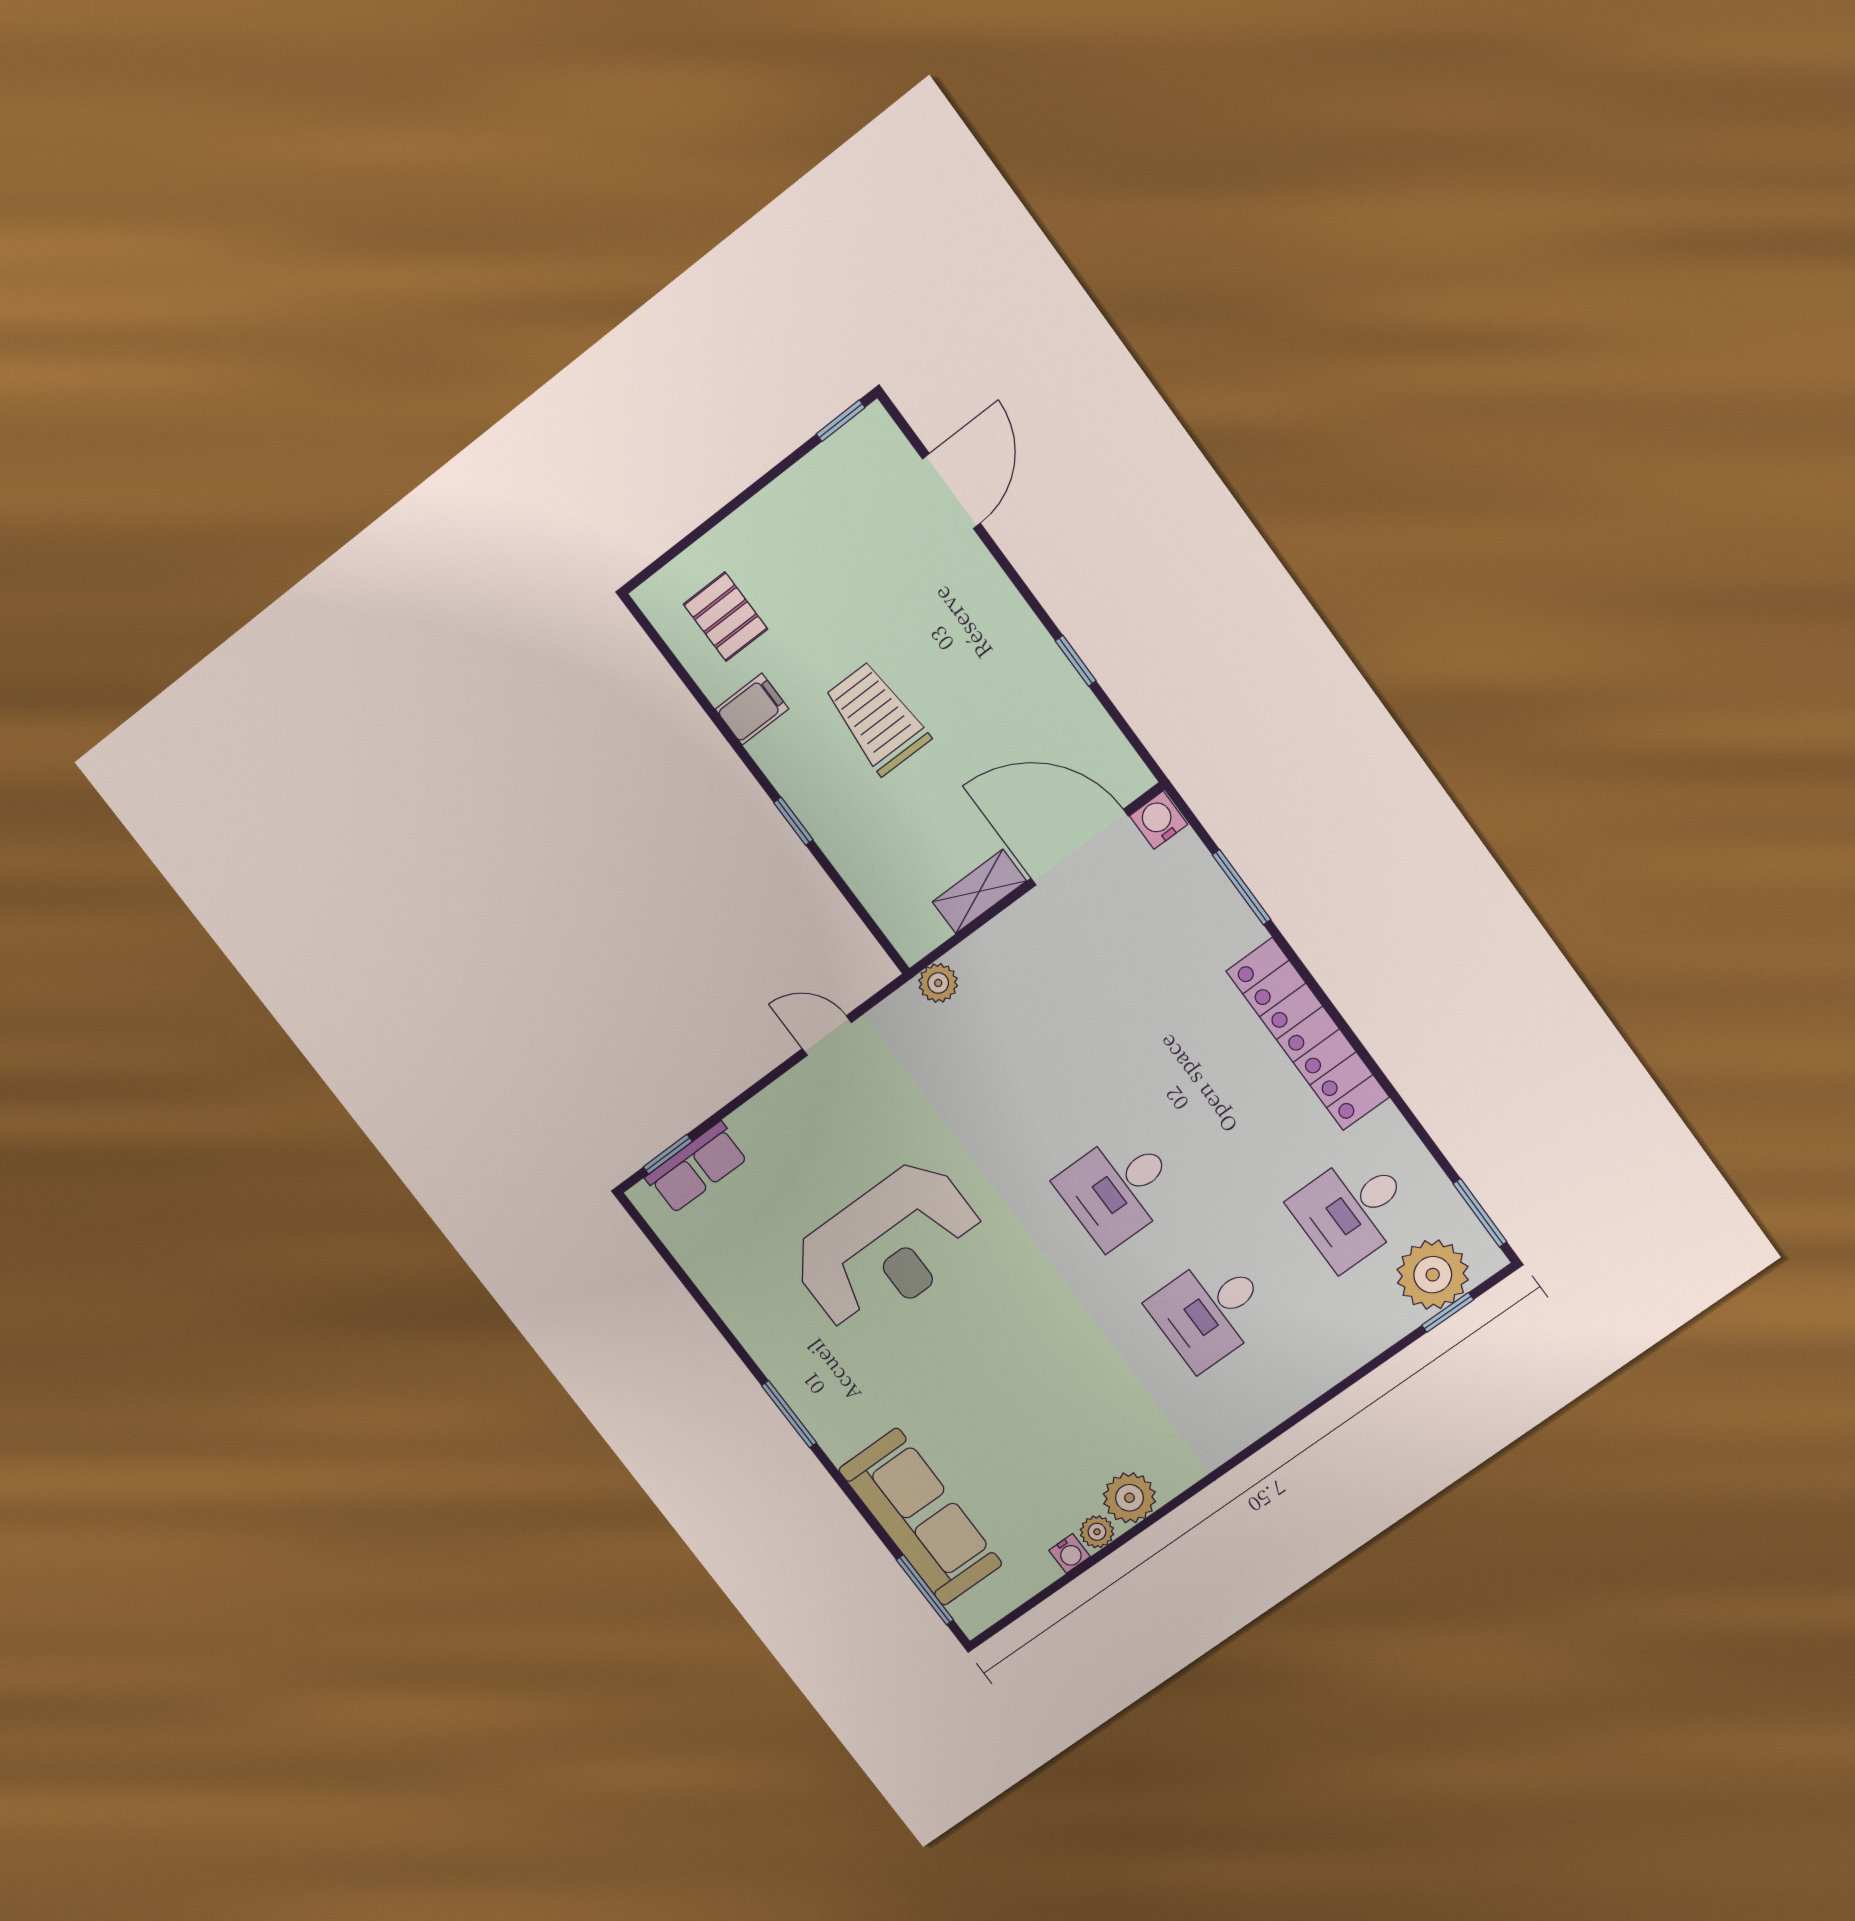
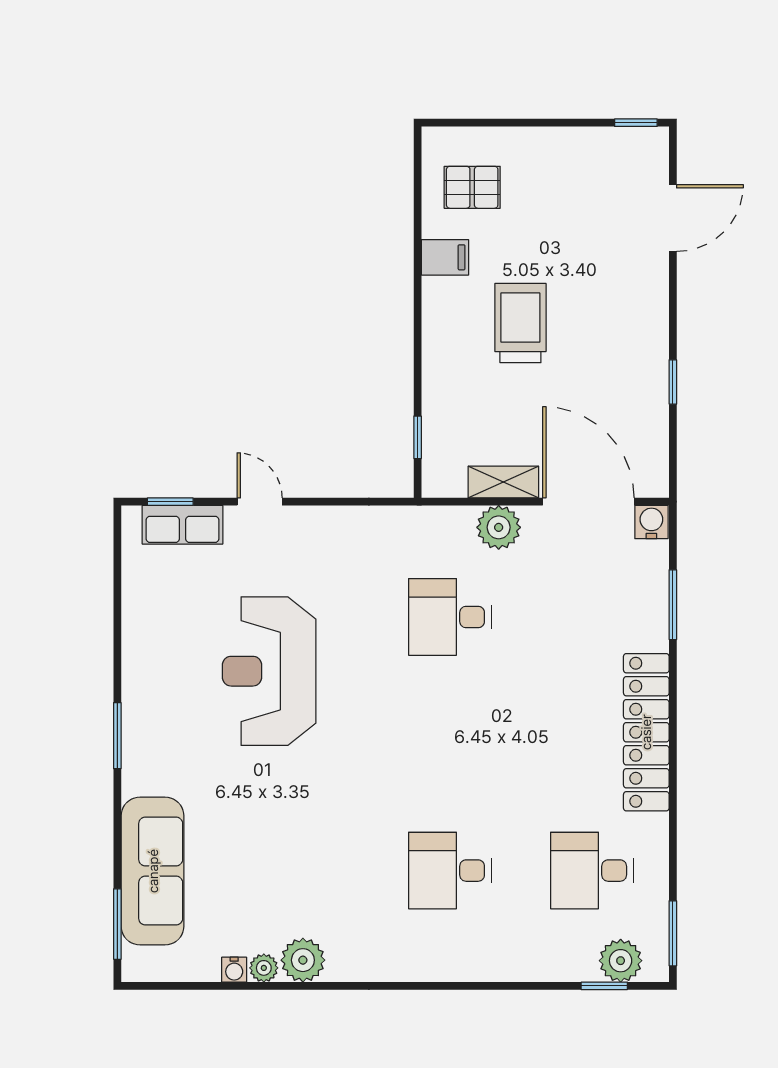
pallet: (725, 617) -> (472, 187), turned 90
window: (793, 821) -> (418, 437), moved
plant: (938, 983) -> (499, 527), moved, width x1.38, depth x1.38
door: (827, 1036) -> (260, 502), moved
desk: (1118, 1188) -> (450, 617), moved
reception desk: (888, 1247) -> (269, 671), turned 90
plant: (1433, 1275) -> (621, 961), width x0.73, depth x0.73

